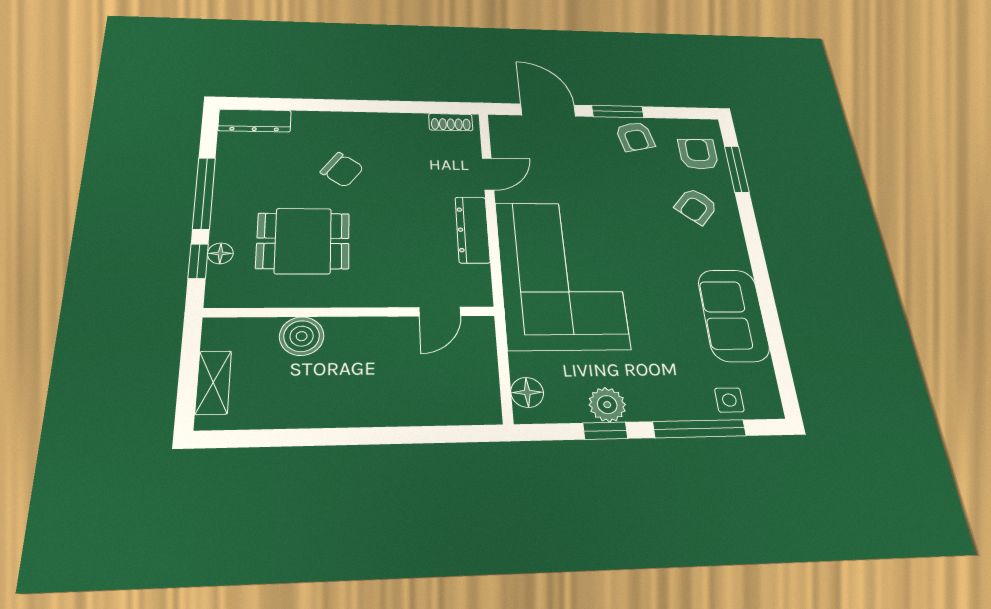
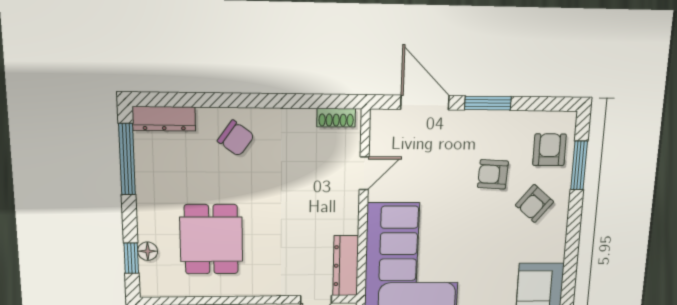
armchair: (635, 136) -> (493, 174), moved, turned 106
chair: (342, 170) -> (236, 138), moved
window: (204, 193) -> (127, 159), moved
dresser: (472, 230) -> (346, 266), moved
dining table: (303, 241) -> (211, 239), turned 90

